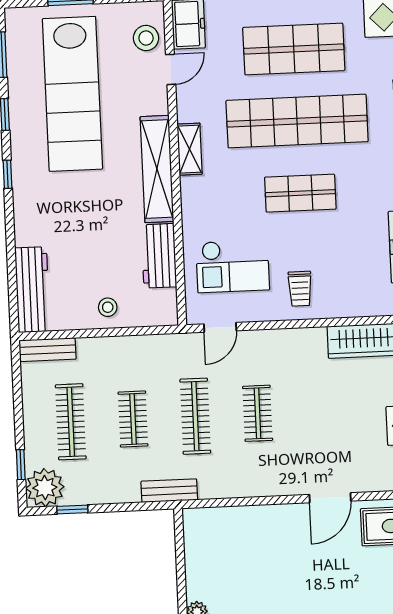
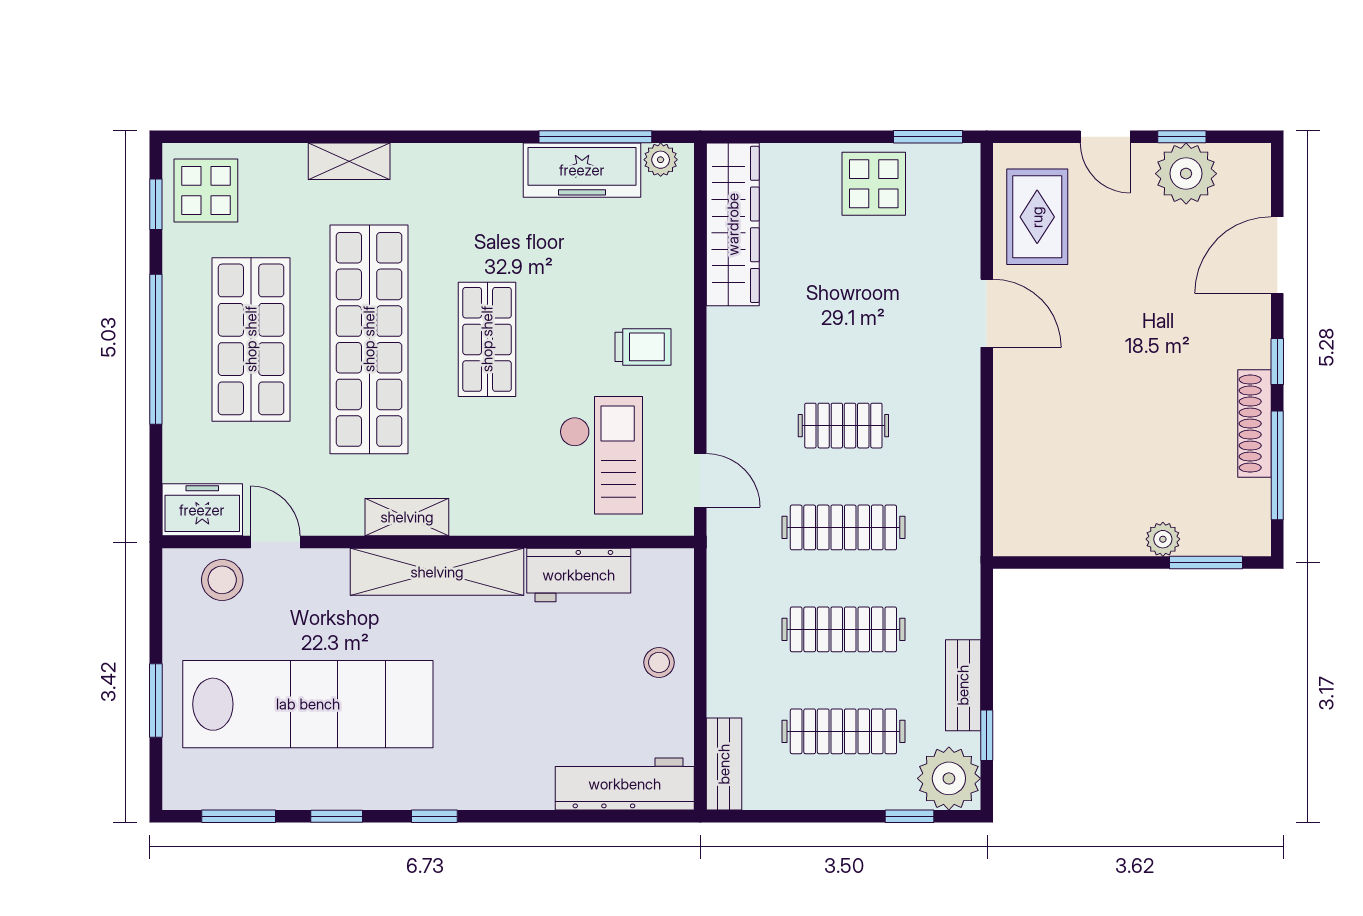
clothes rail: (133, 419) -> (843, 629), width x1.36
bench: (169, 491) -> (963, 685), moved

